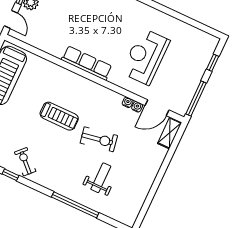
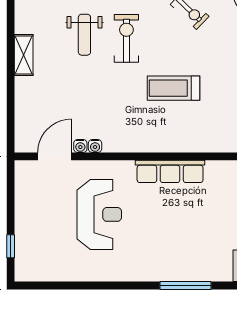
window: (196, 98) -> (11, 191), removed
shelving: (170, 133) -> (24, 55), moved
exercise bike: (99, 139) -> (126, 38), moved, turned 100

